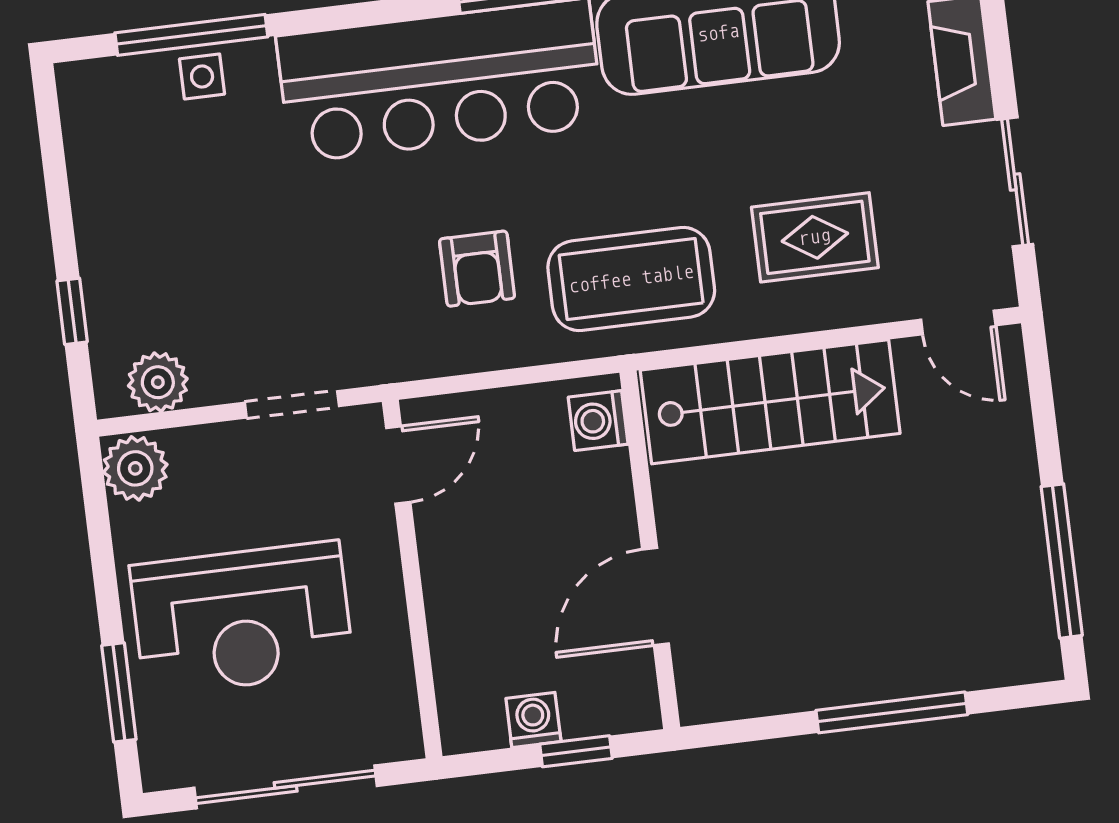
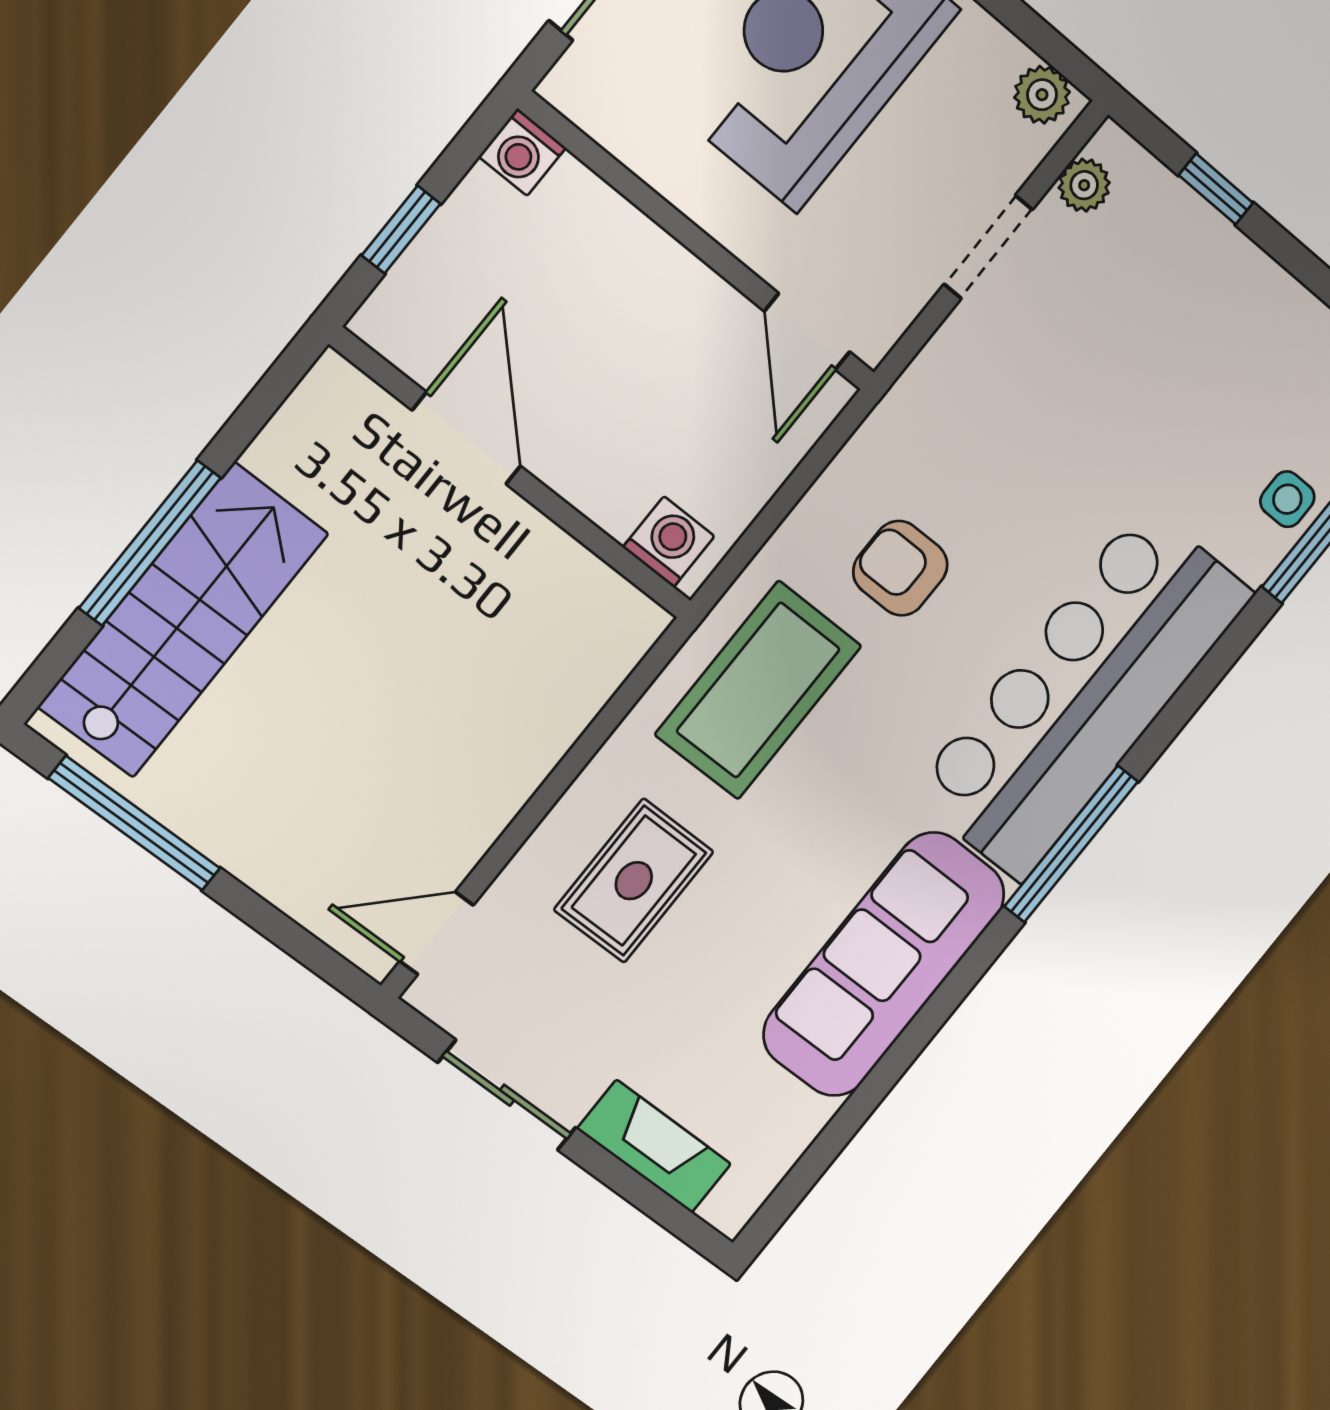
plant: (158, 382) -> (1084, 185), width x0.73, depth x0.73
stairs: (770, 402) -> (183, 620), moved, turned 180
doorway: (292, 404) -> (988, 247), moved
plant: (135, 468) -> (1042, 95), width x0.73, depth x0.73
washing machine: (533, 720) -> (522, 152), moved, turned 90

